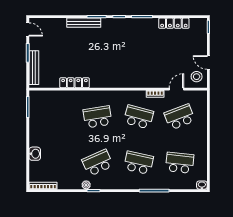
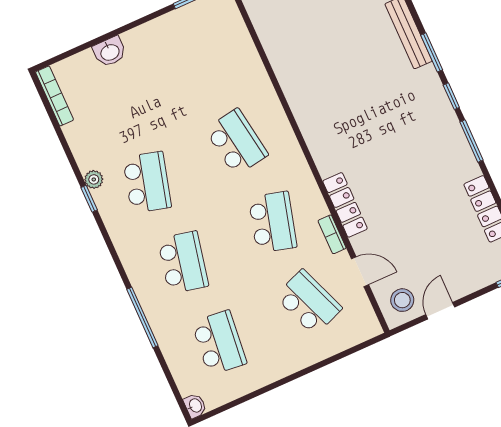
locker: (74, 83) -> (345, 205), moved
school desk: (97, 163) -> (147, 182), turned 39

